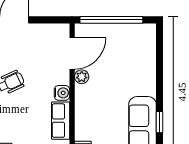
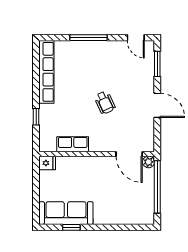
plant: (82, 77) -> (149, 162), moved
water cooler: (62, 93) -> (96, 145), removed

